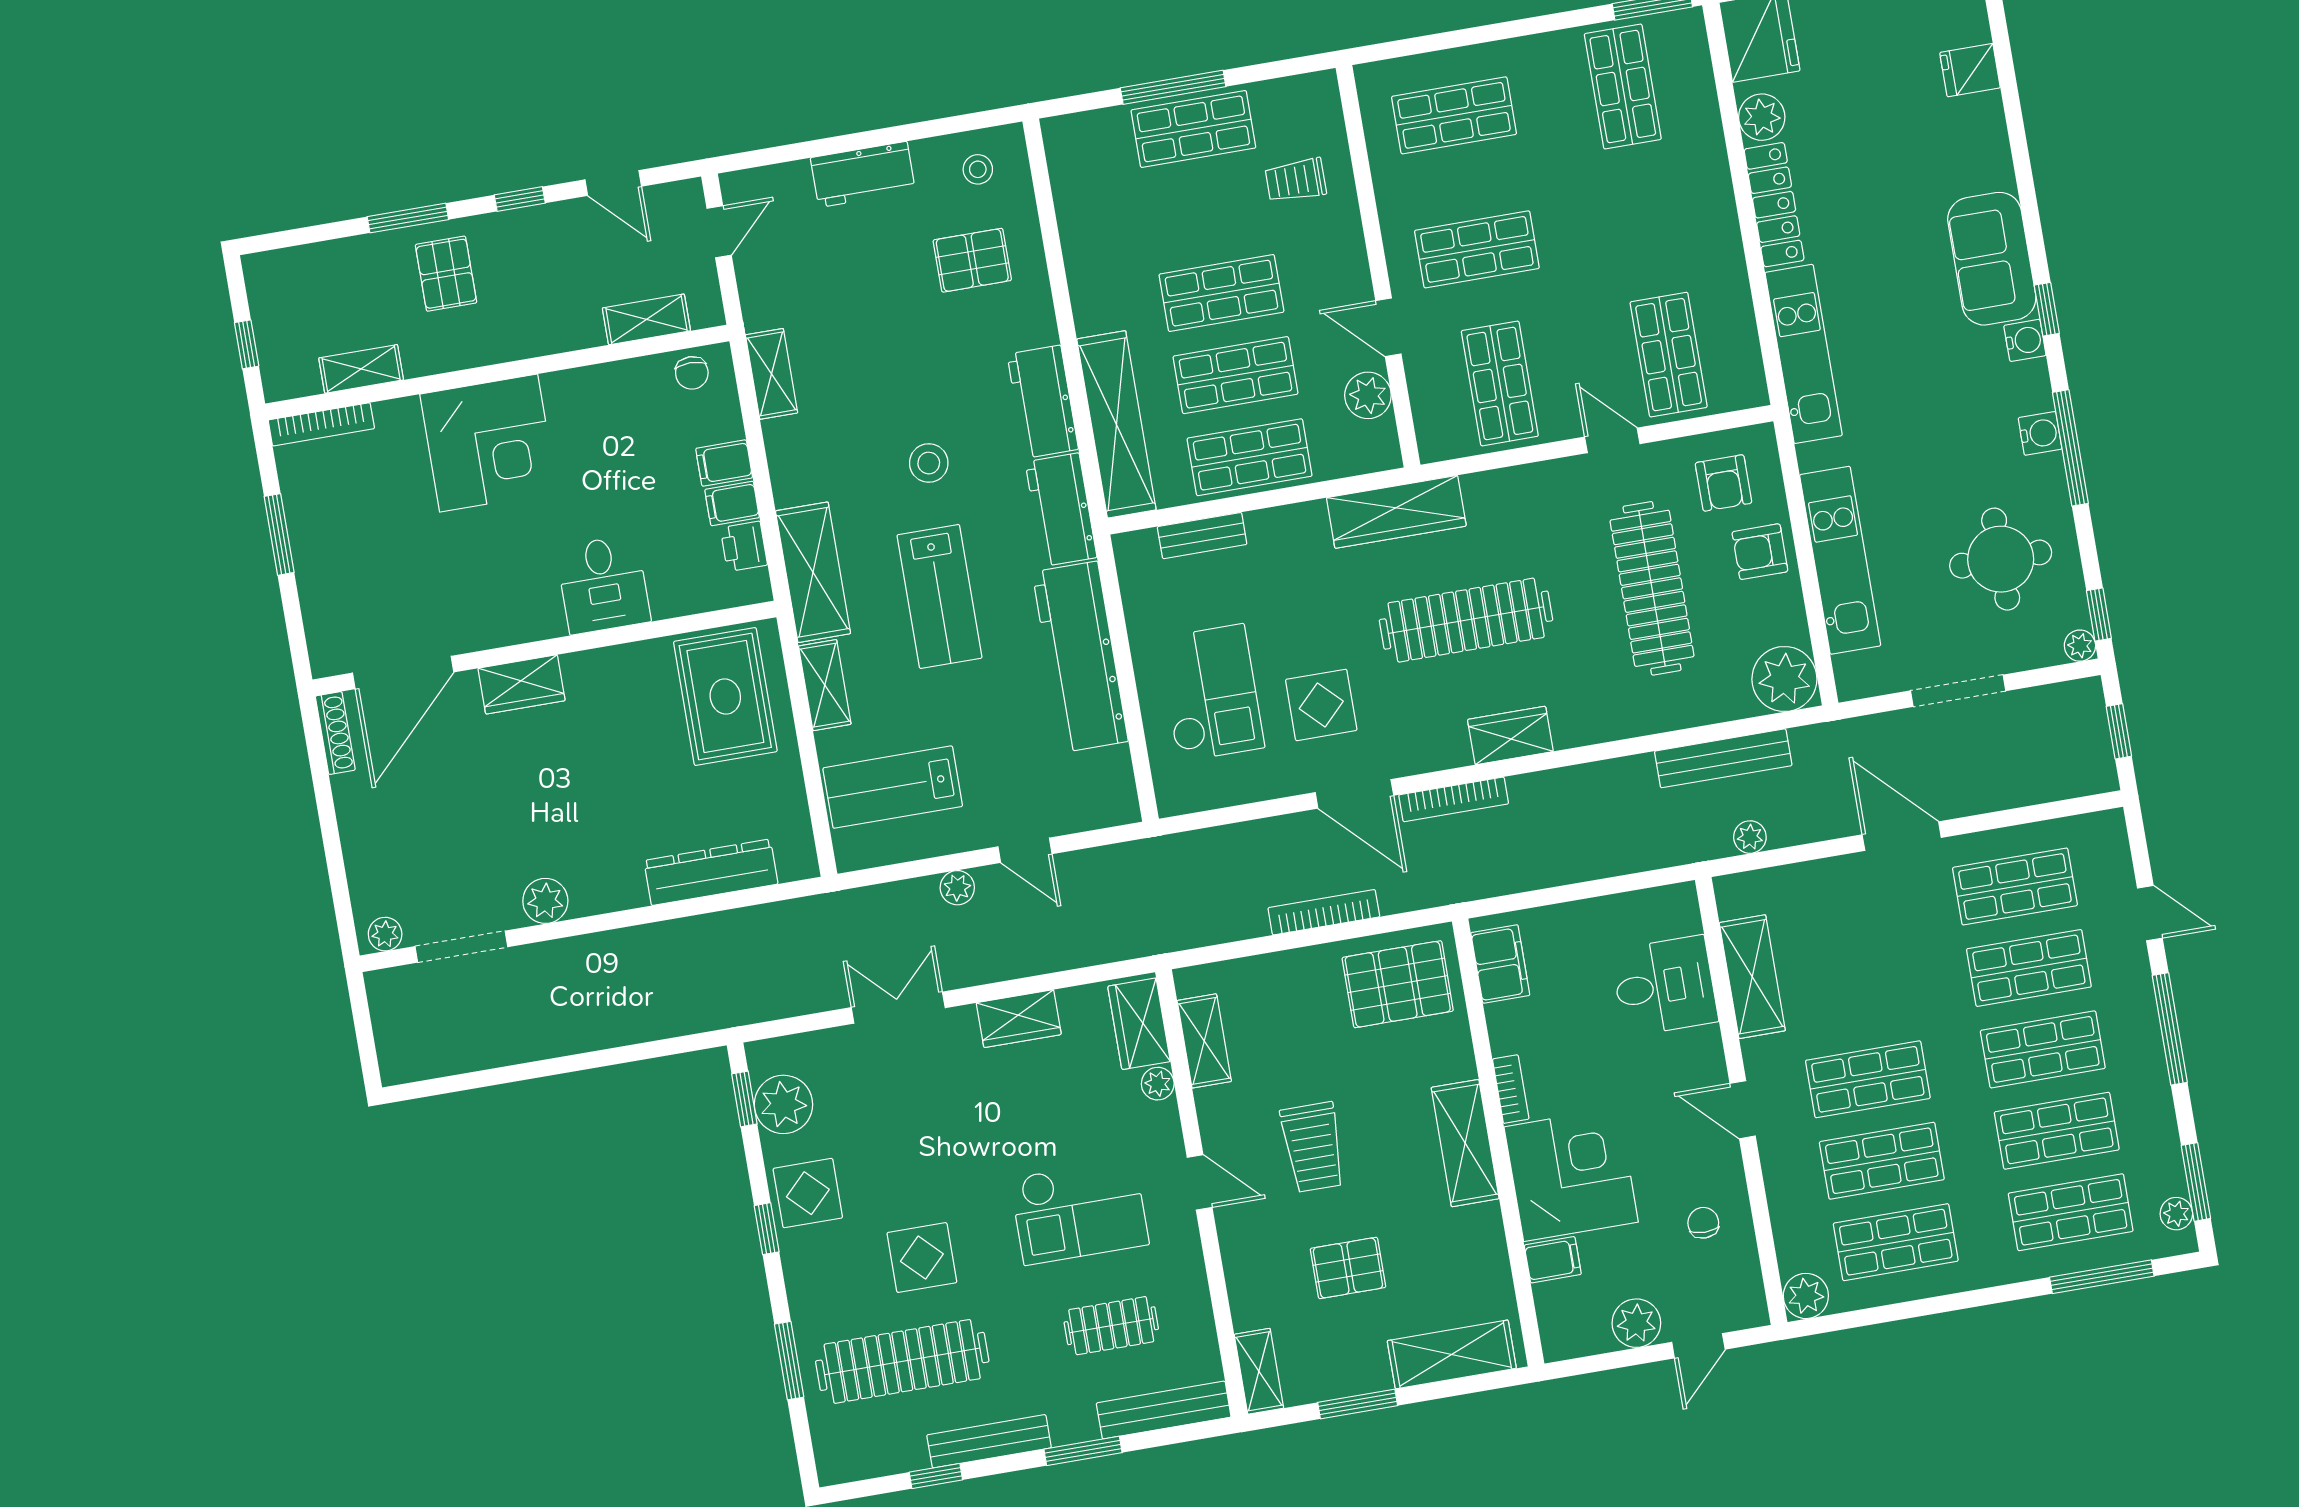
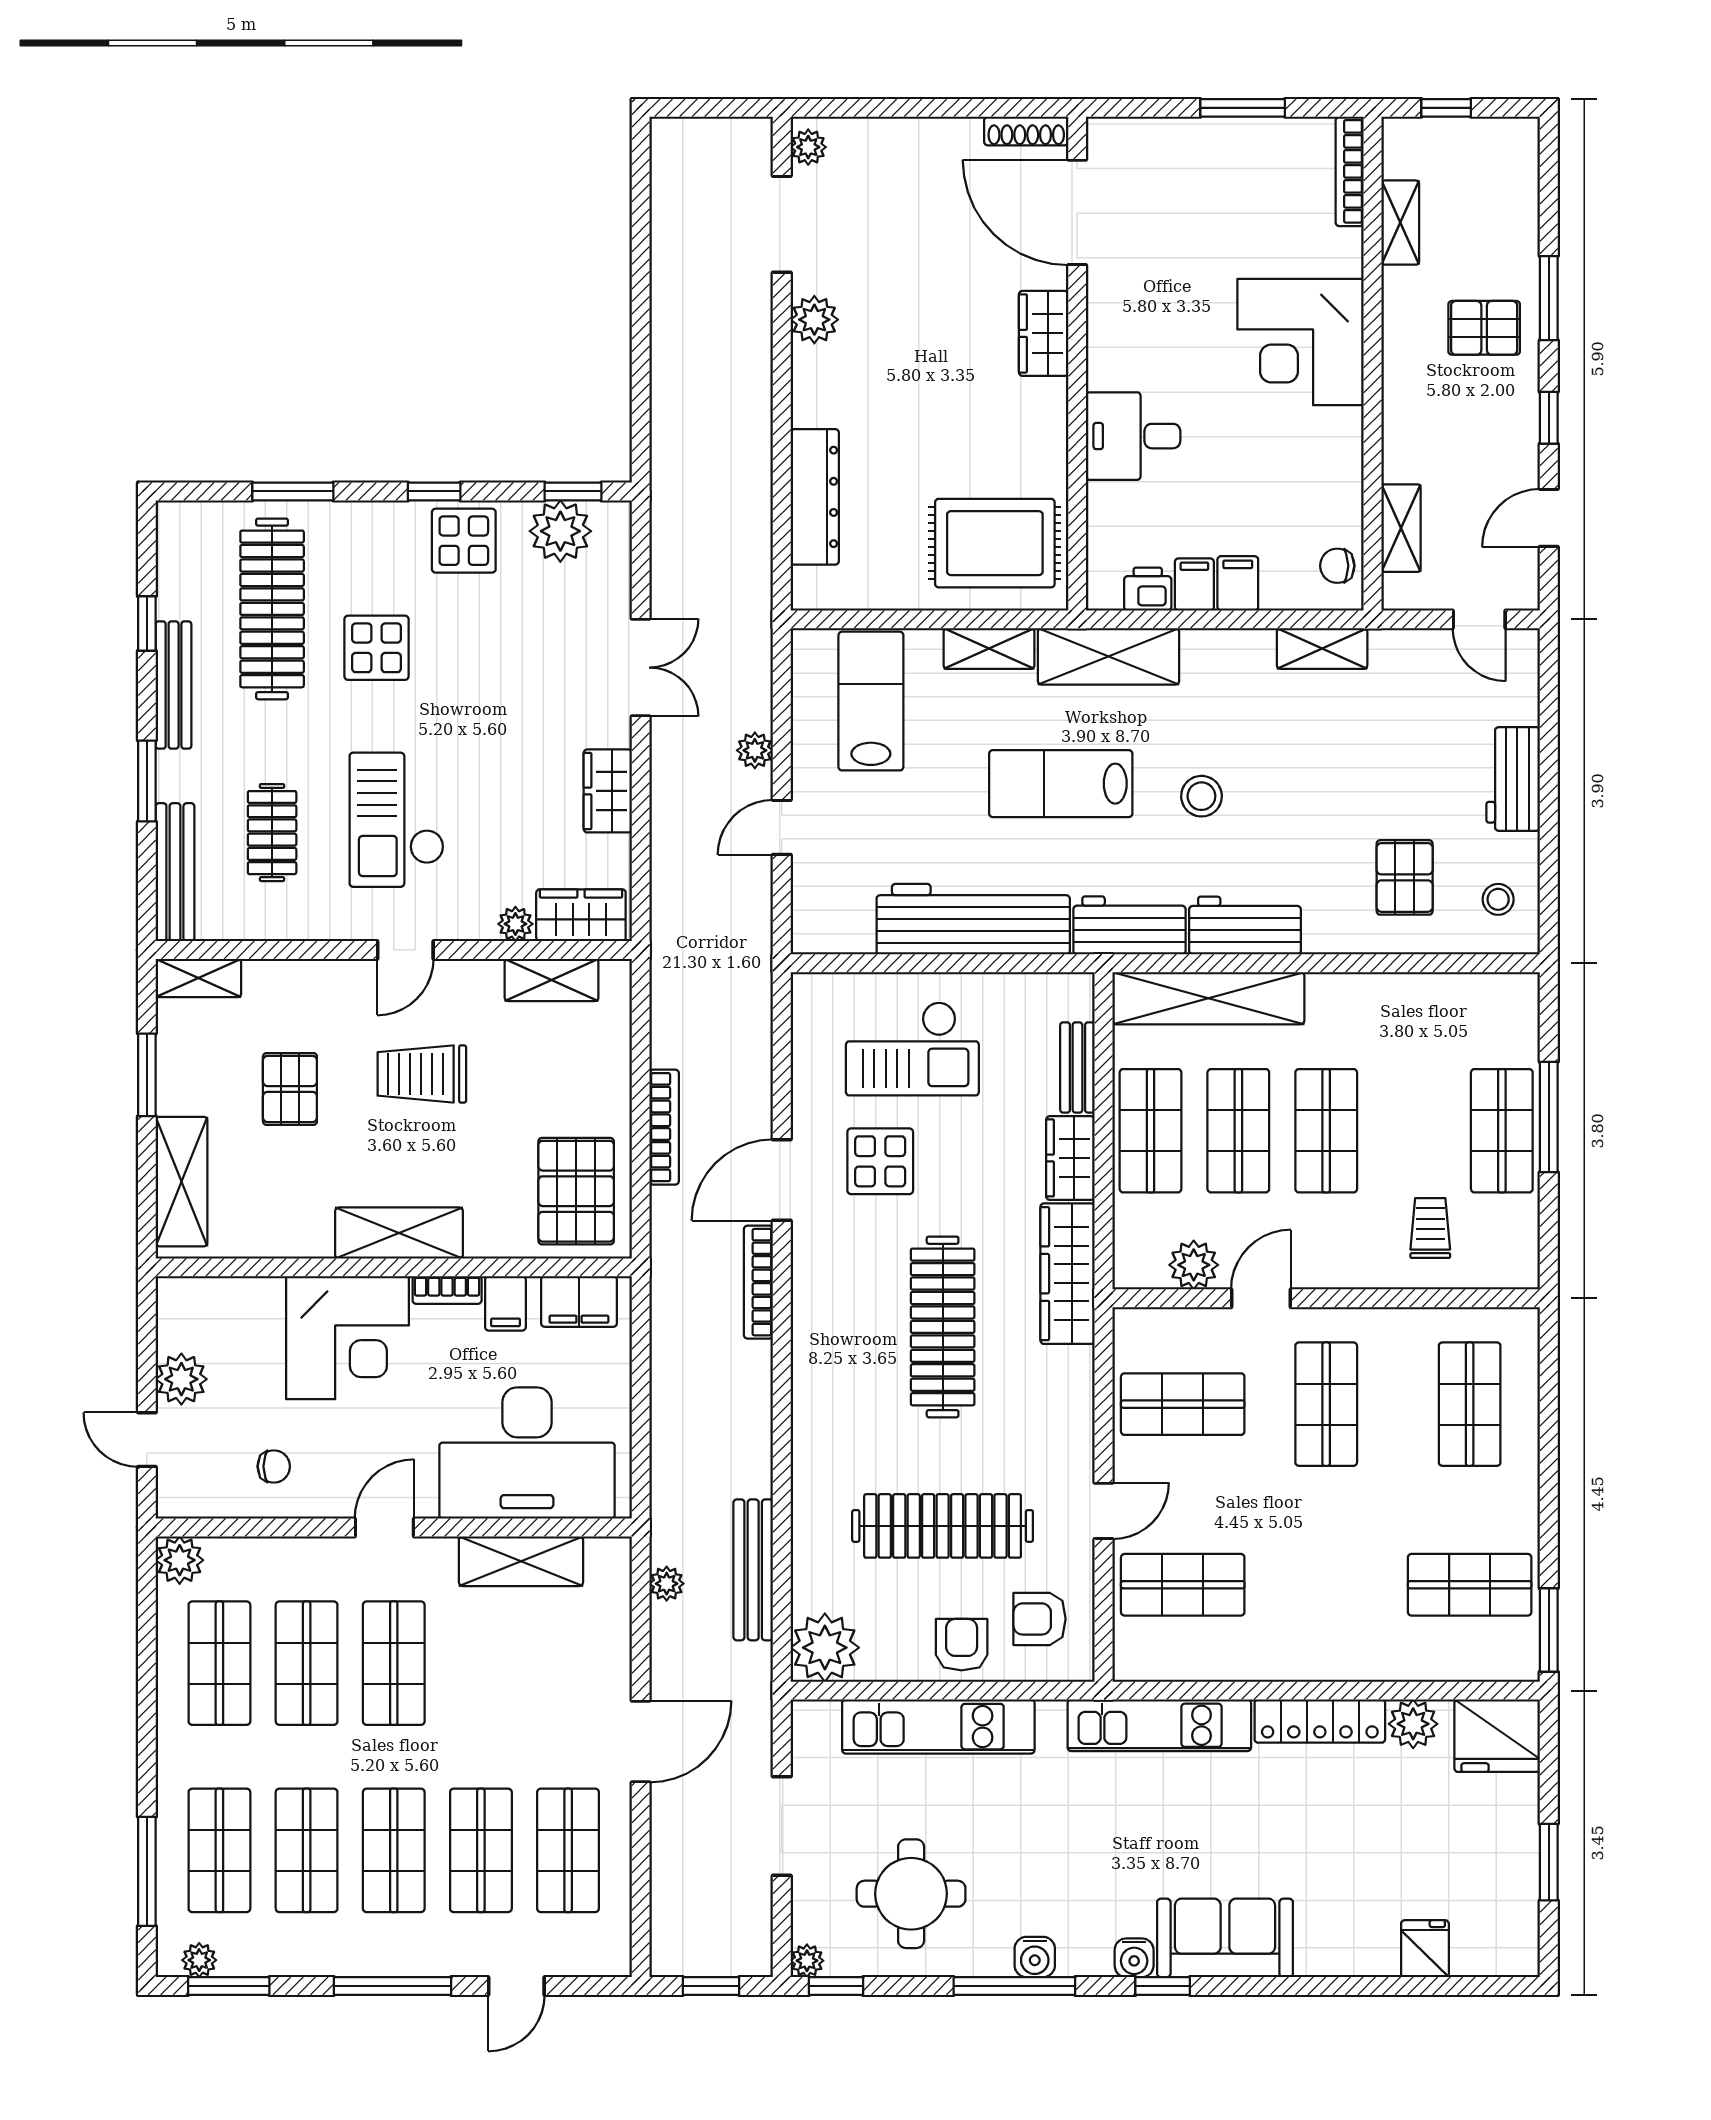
wardrobe: (1510, 735) -> (1070, 1158), moved, turned 180
desk: (1664, 986) -> (527, 1453), width x1.87, depth x1.30
filing cabinet: (1553, 1260) -> (505, 1303), moved

